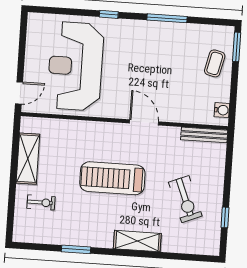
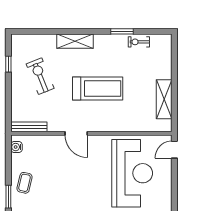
exercise bike: (41, 202) -> (139, 42), moved

